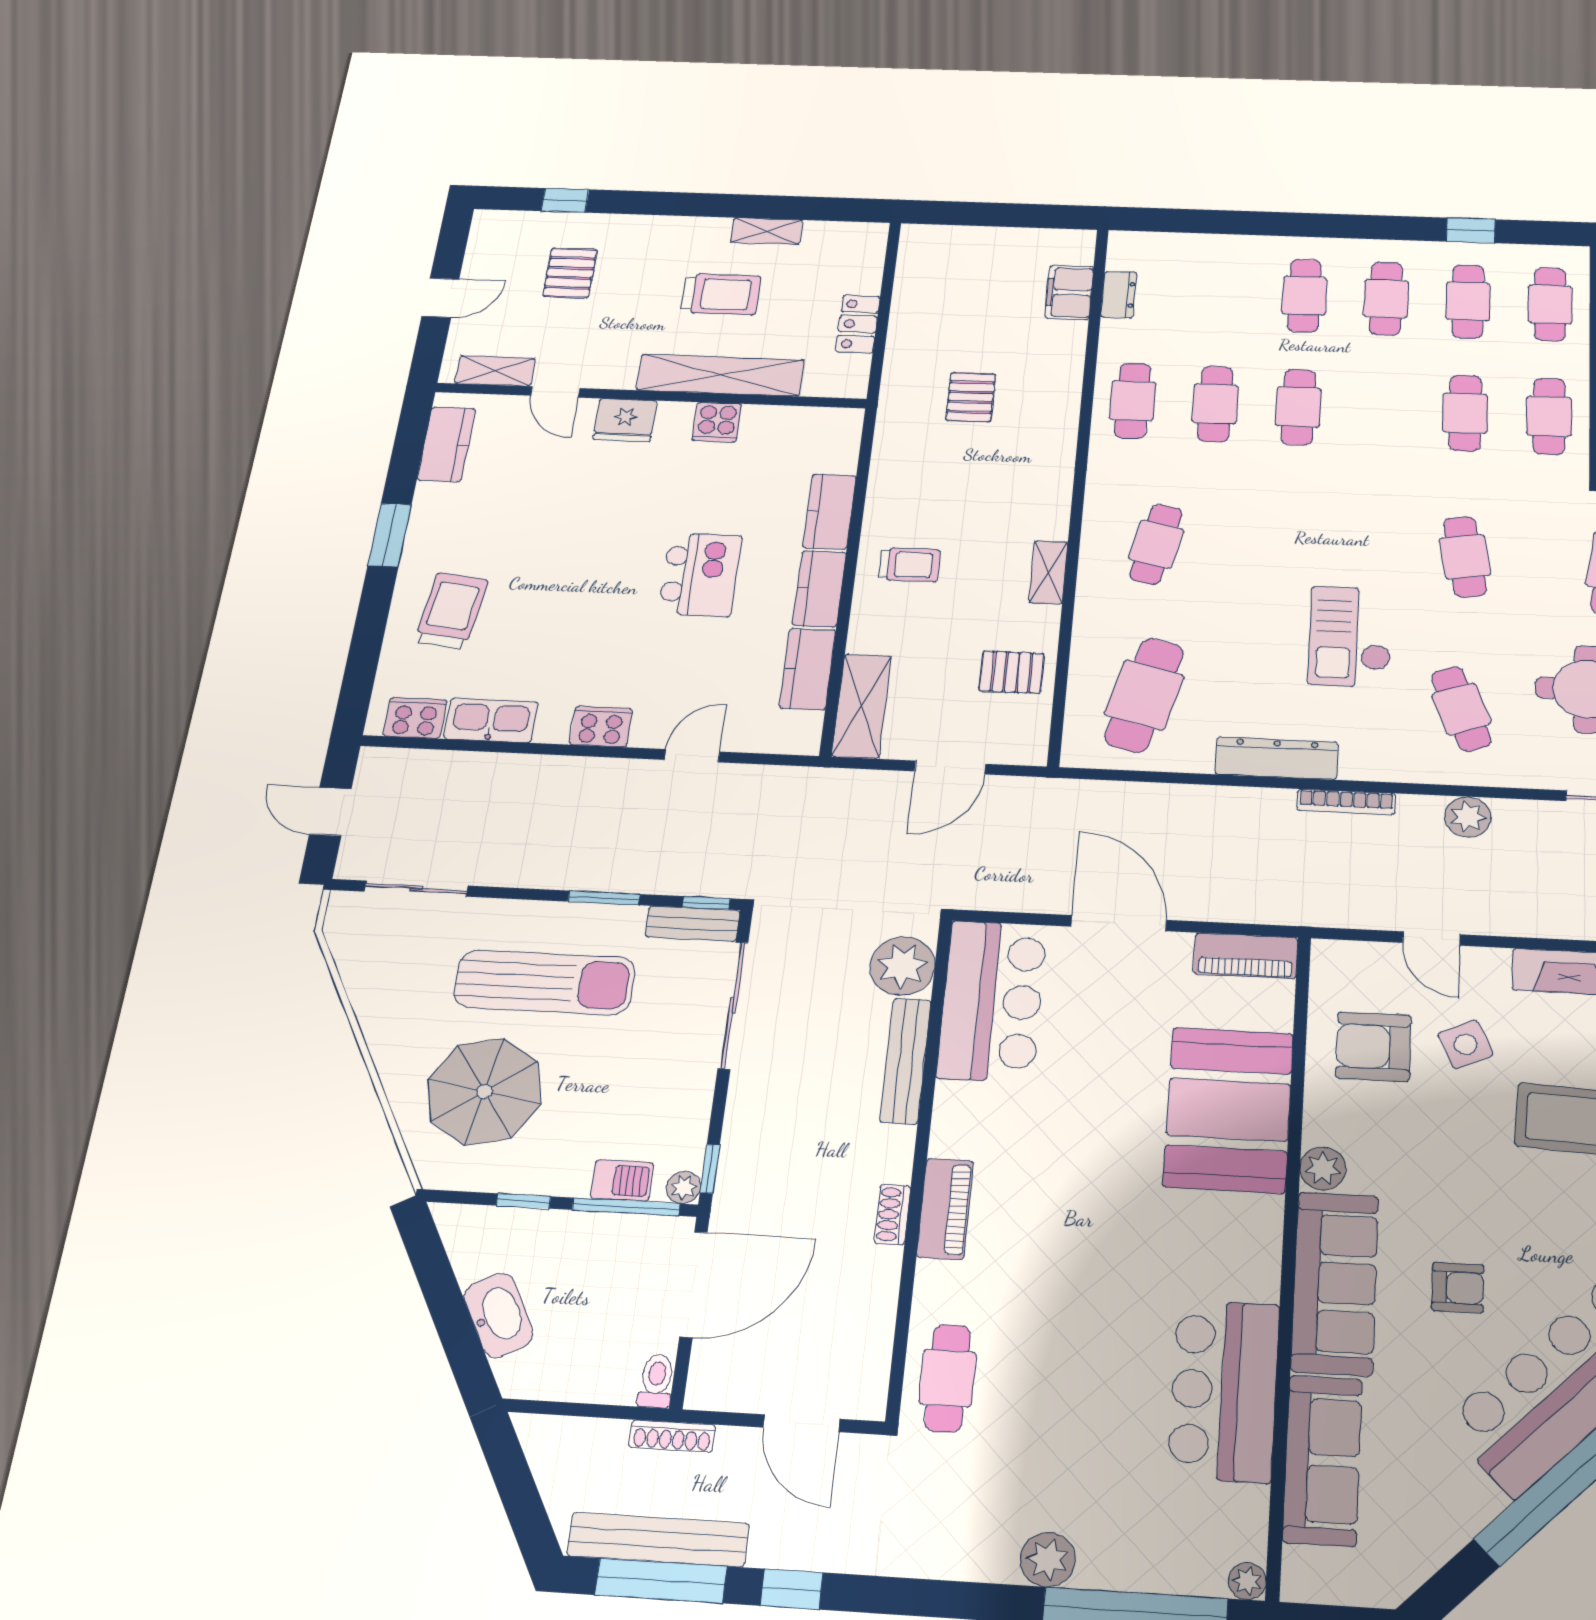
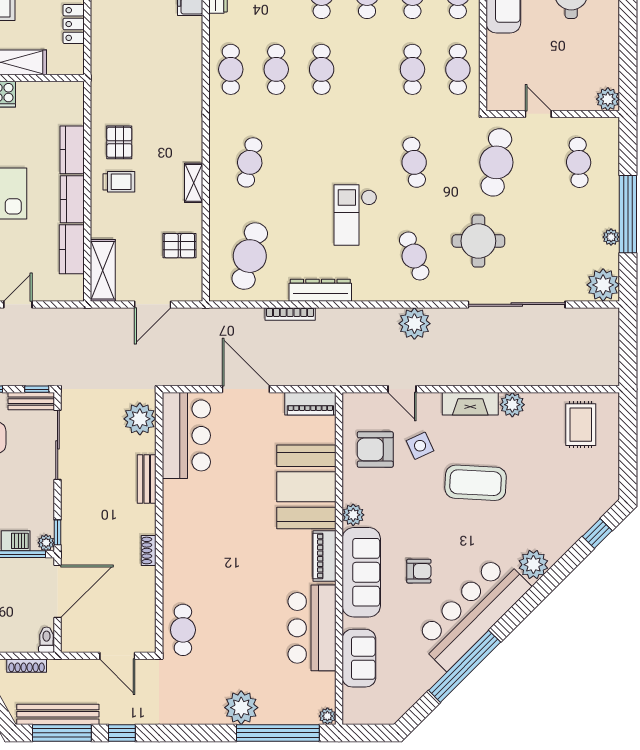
pallet: (971, 397) -> (119, 142), moved
bookcase: (1346, 802) -> (290, 314), moved
plant: (1468, 817) -> (414, 324), width x1.36, depth x1.36
bench: (906, 1061) -> (147, 479), width x0.73
piano: (945, 1209) -> (325, 556), moved, turned 180
shoe rack: (672, 1436) -> (27, 666), moved
sofa: (1323, 1460) -> (359, 658), width x0.73
plant: (1048, 1560) -> (241, 708), width x1.36, depth x1.36

